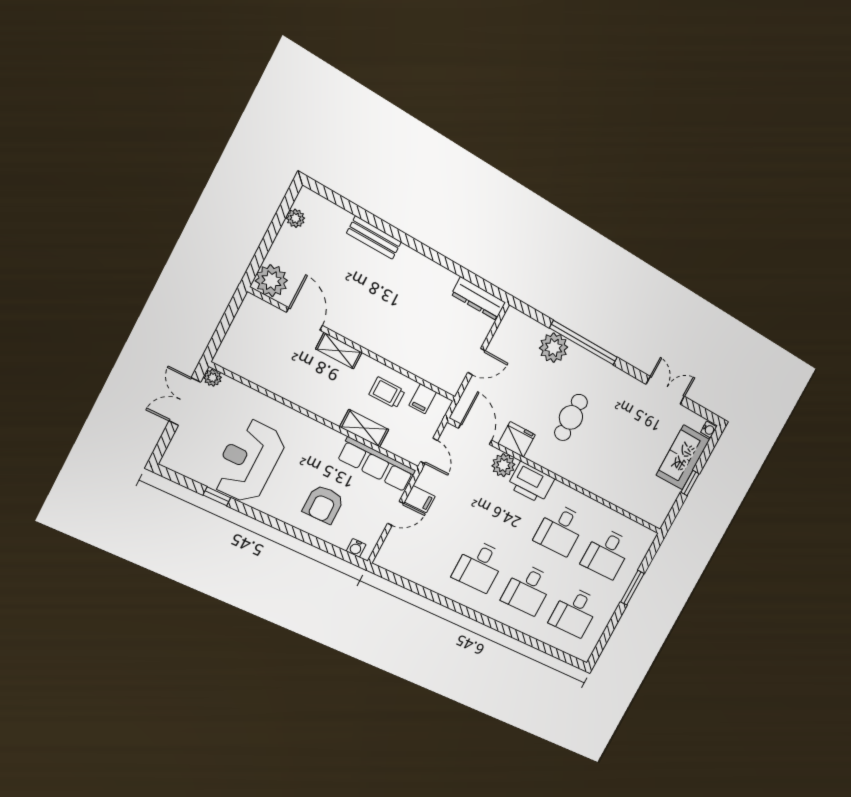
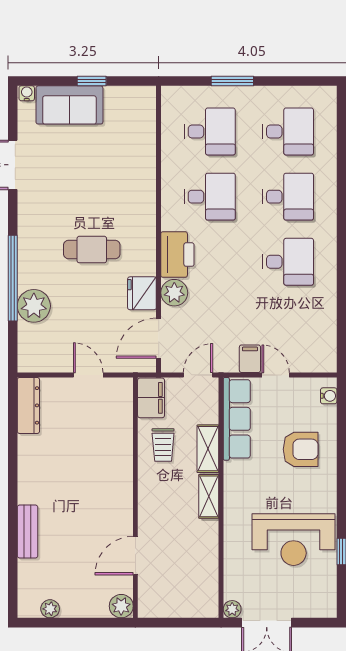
plant: (271, 281) -> (121, 606), width x0.73, depth x0.73
shelving: (339, 351) -> (209, 496), moved
filing cabinet: (423, 399) -> (151, 398), width x2.00

